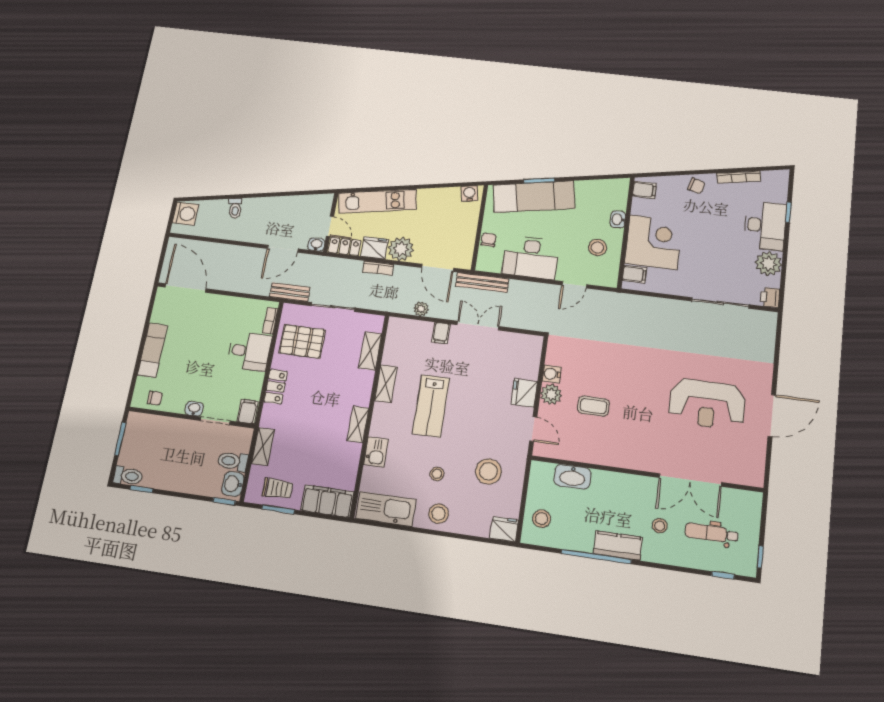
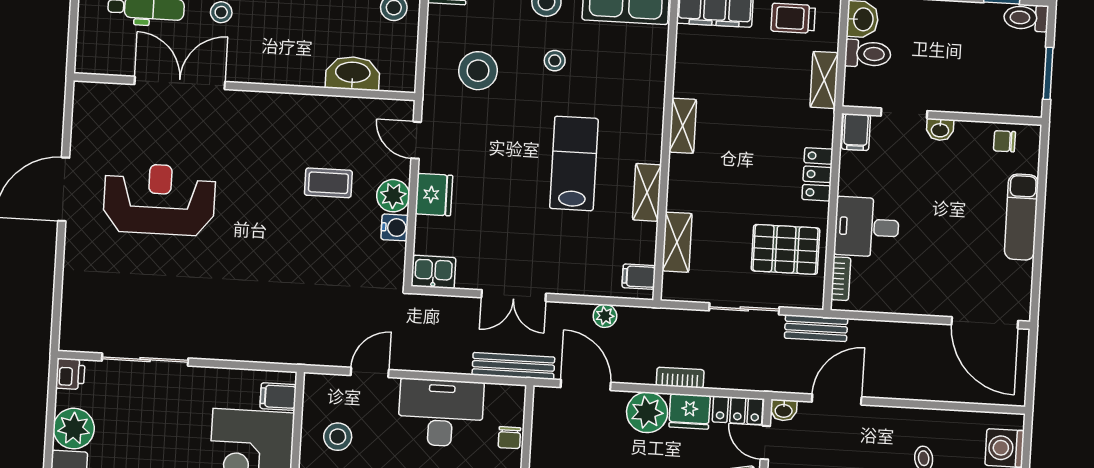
filing cabinet: (441, 333) -> (639, 277), moved, turned -90
kitchen sink: (376, 452) -> (433, 272), moved, turned 90

